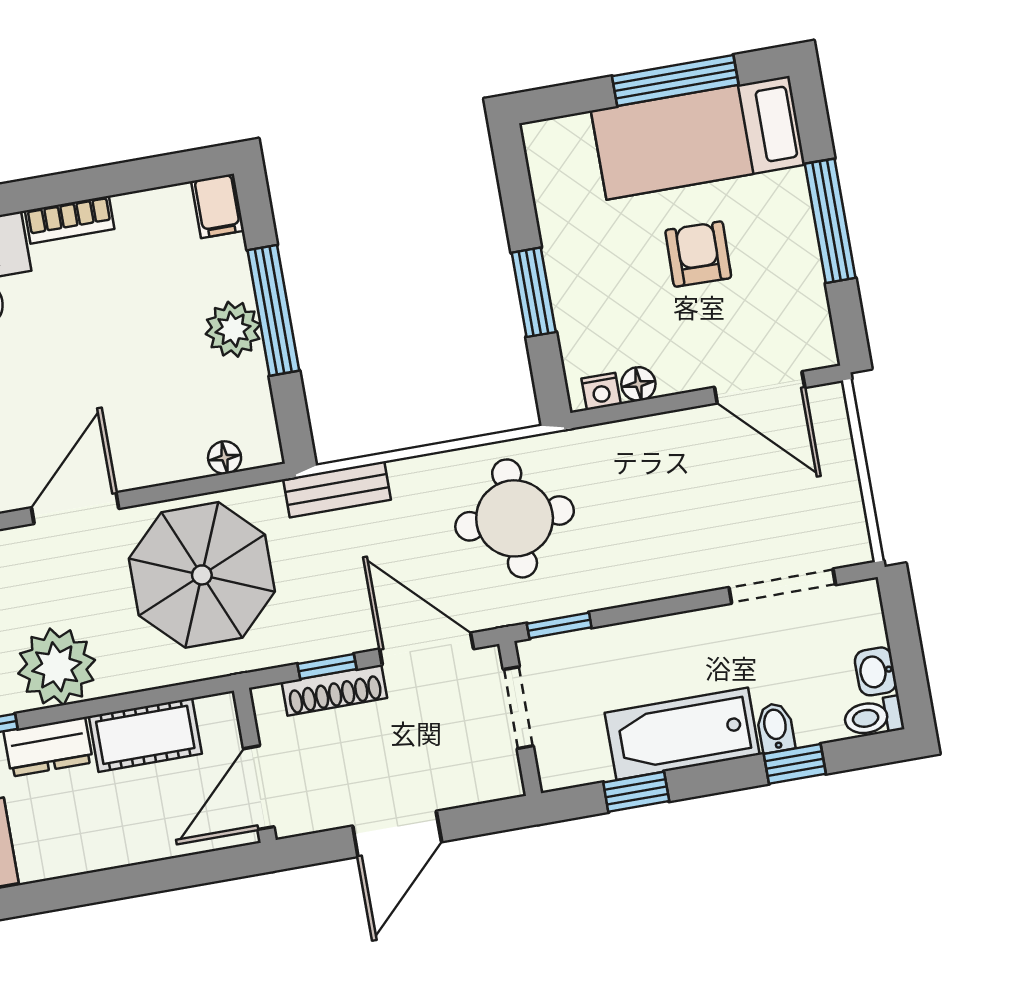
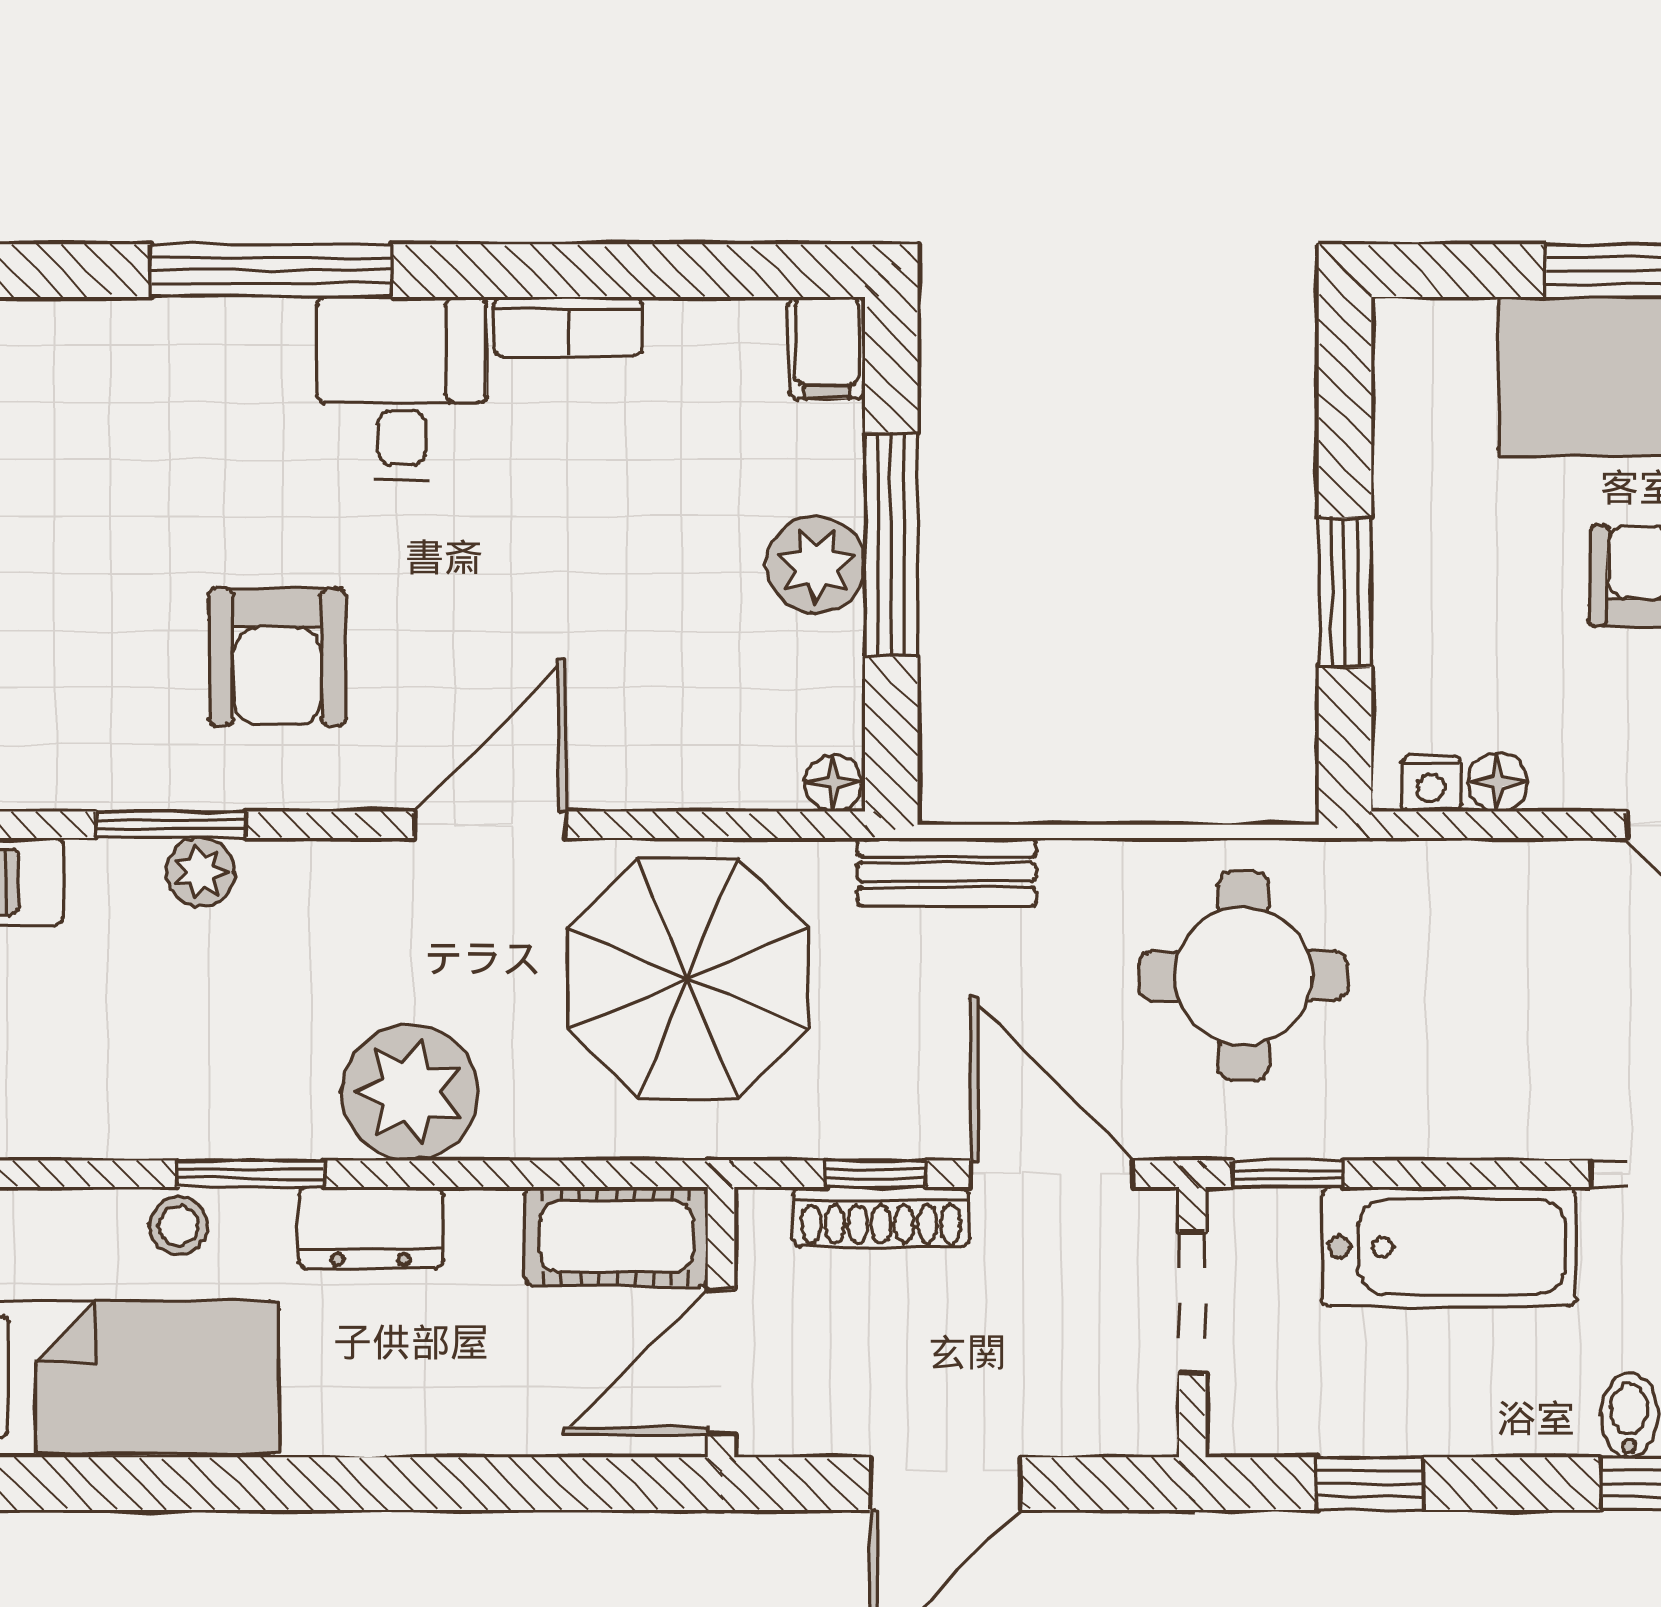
floor lamp: (225, 458) -> (833, 783), moved
bathtub: (682, 734) -> (1449, 1247), moved, turned 180
cot: (145, 735) -> (616, 1237), moved

